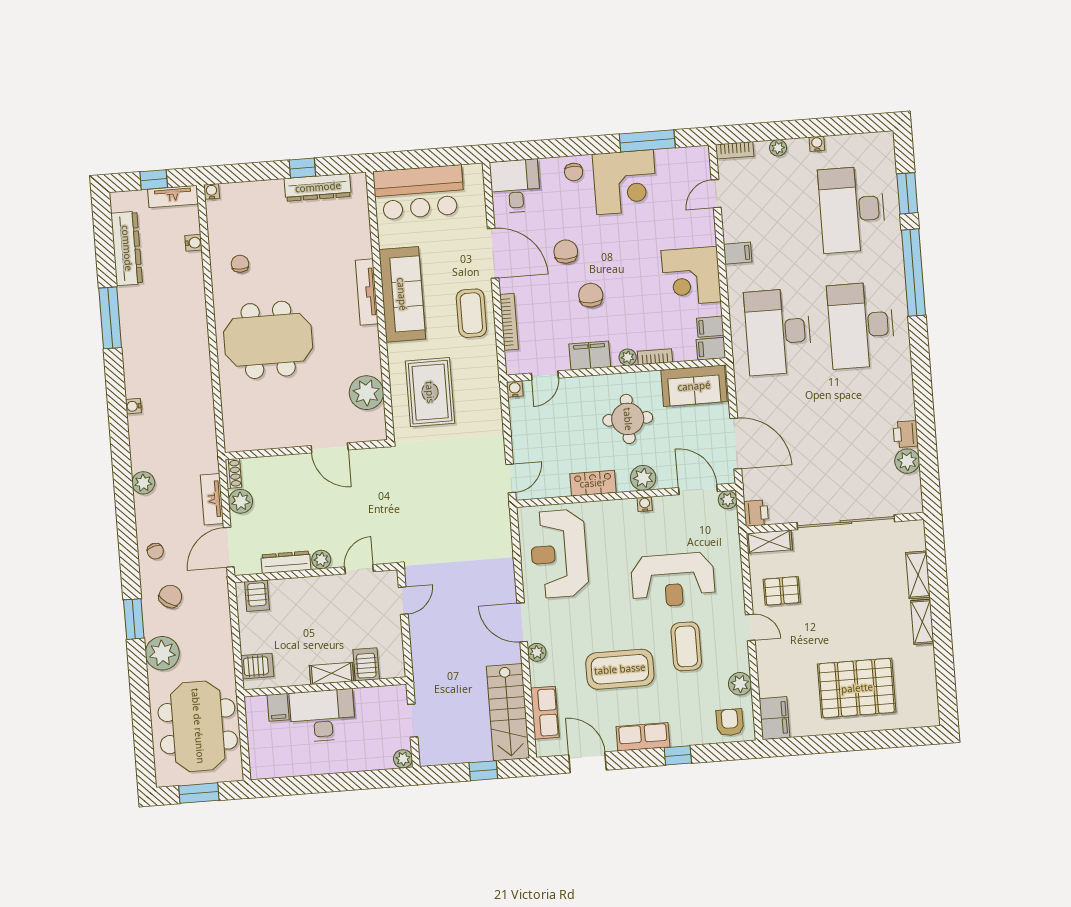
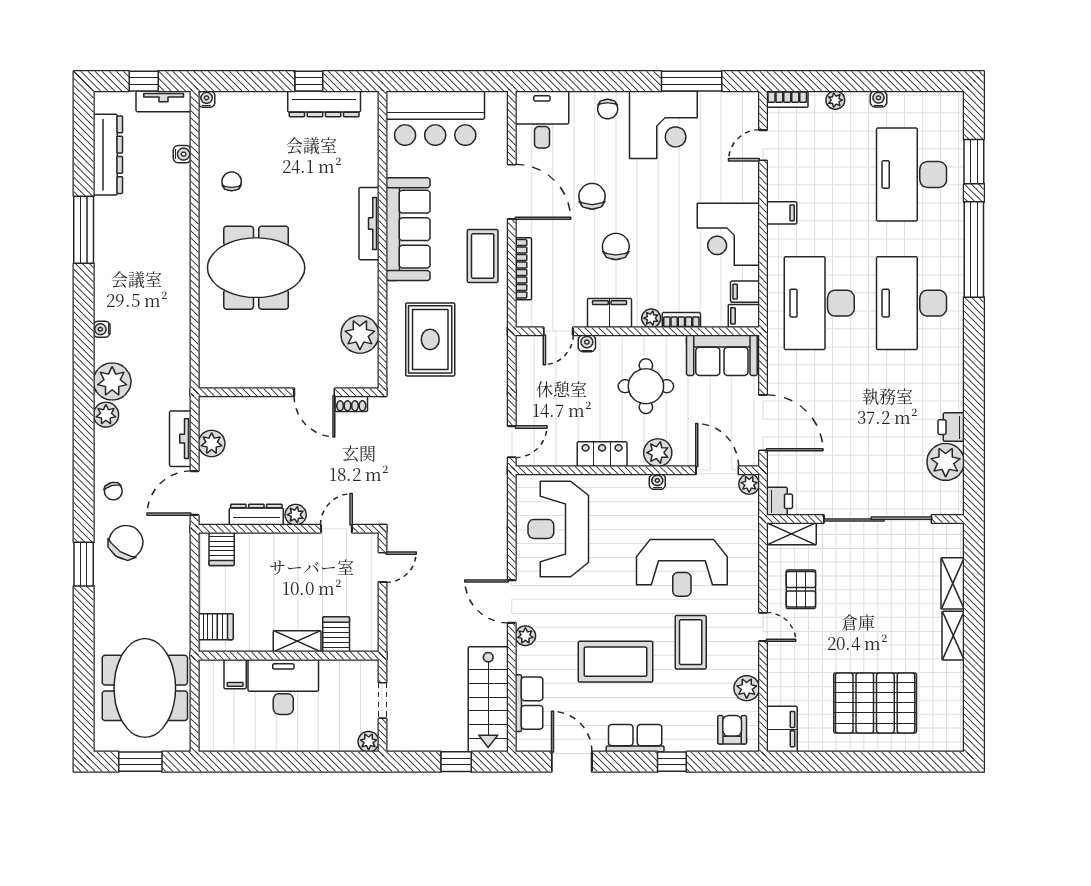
water cooler: (515, 389) -> (587, 343), moved
plant: (907, 461) -> (946, 462), width x1.36, depth x1.36
shoe rack: (233, 473) -> (351, 404), moved, turned 90
pallet: (782, 591) -> (801, 589), turned 90
chair: (170, 596) -> (126, 542), width x1.37, depth x1.37
plant: (162, 653) -> (112, 381), moved

